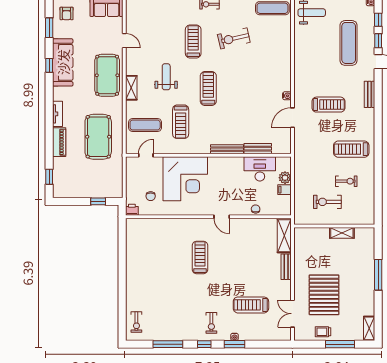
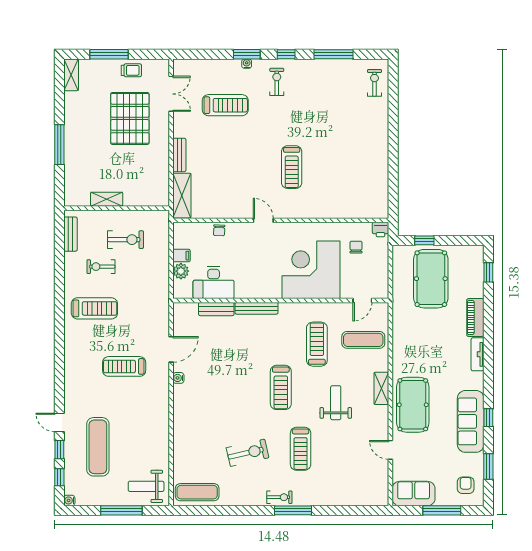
weight bench: (166, 77) -> (336, 403), turned 180
bench: (370, 94) -> (71, 234), moved
pool table: (98, 137) -> (431, 279), moved

